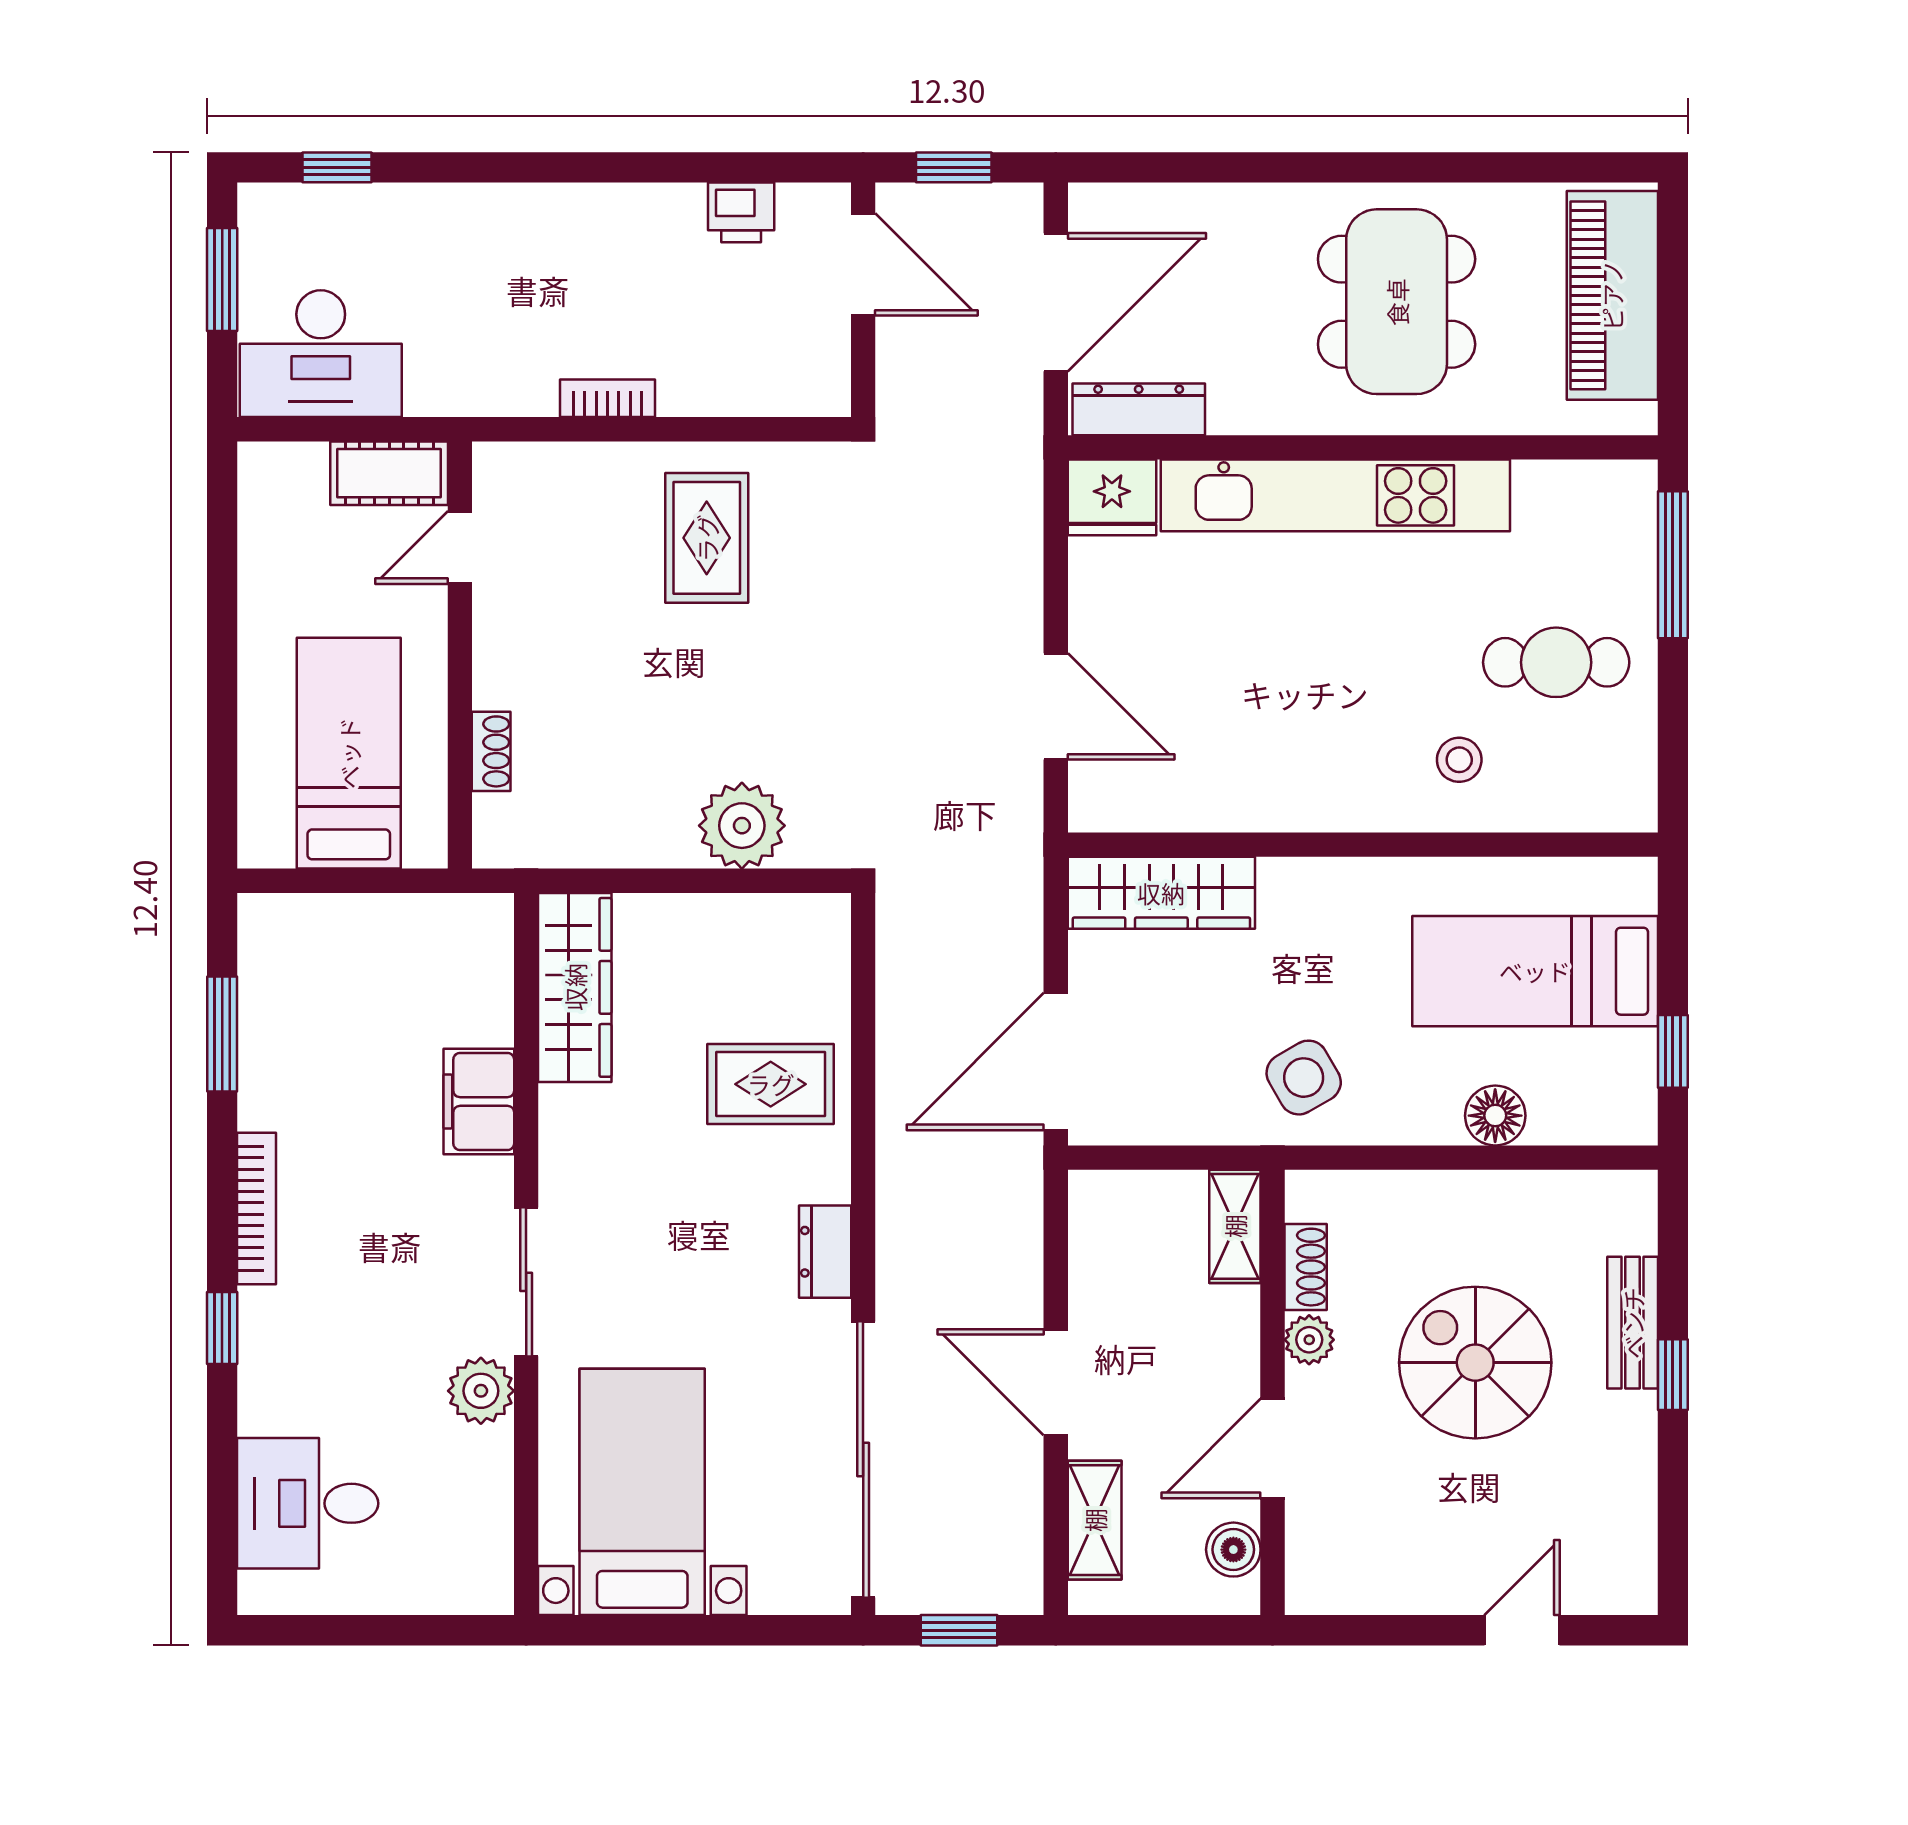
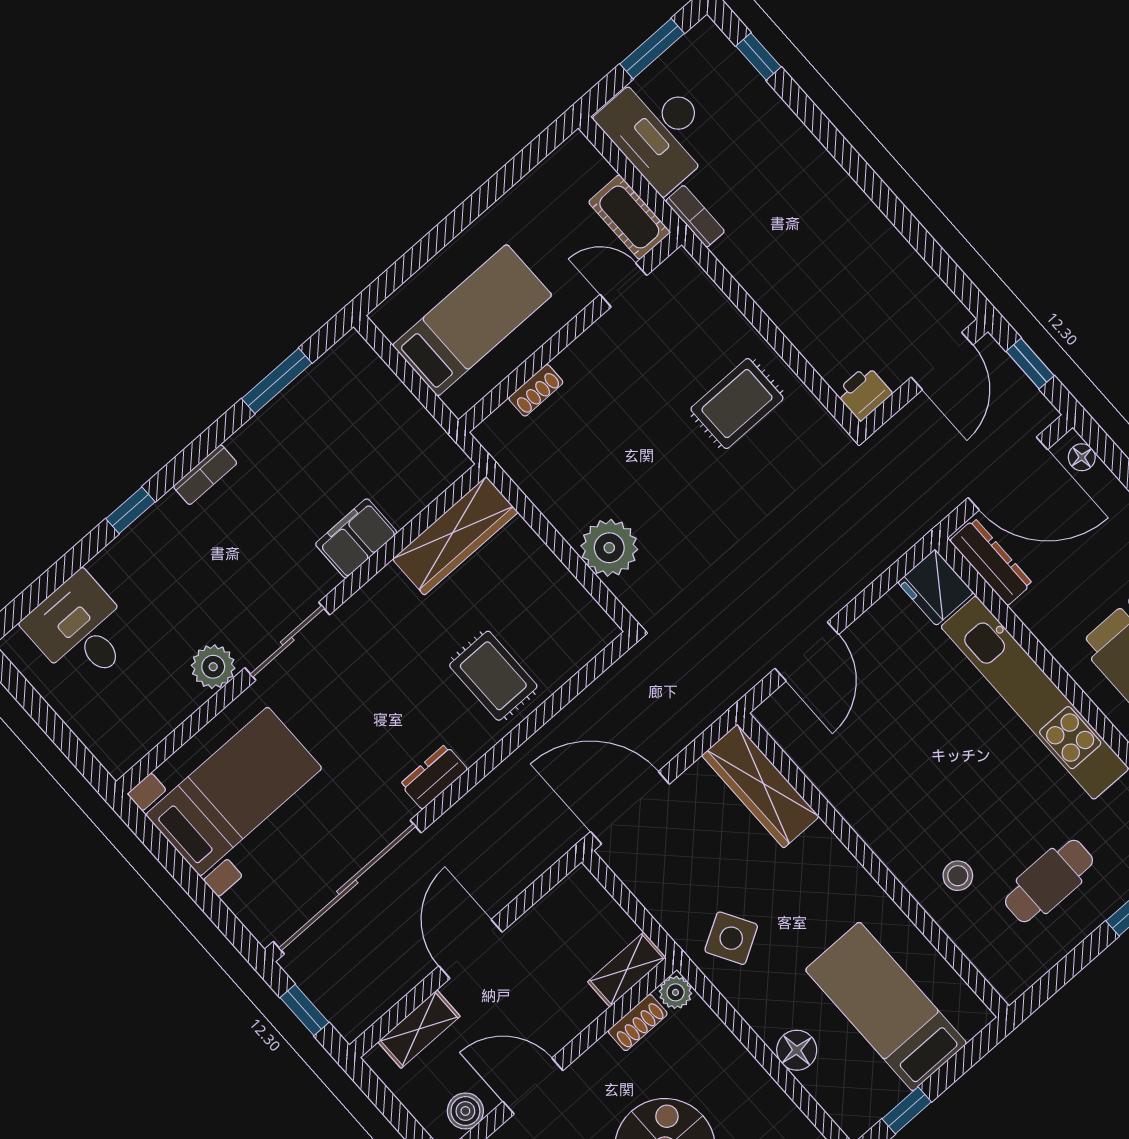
floor lamp: (1111, 203) -> (1082, 457), added
printer: (741, 212) -> (864, 393), moved, turned 90
bookcase: (607, 398) -> (695, 216), moved
cafe table: (1556, 662) -> (1049, 881), turned 90
bookcase: (257, 1208) -> (205, 475), width x0.64
plant: (1309, 1340) -> (676, 992), moved

